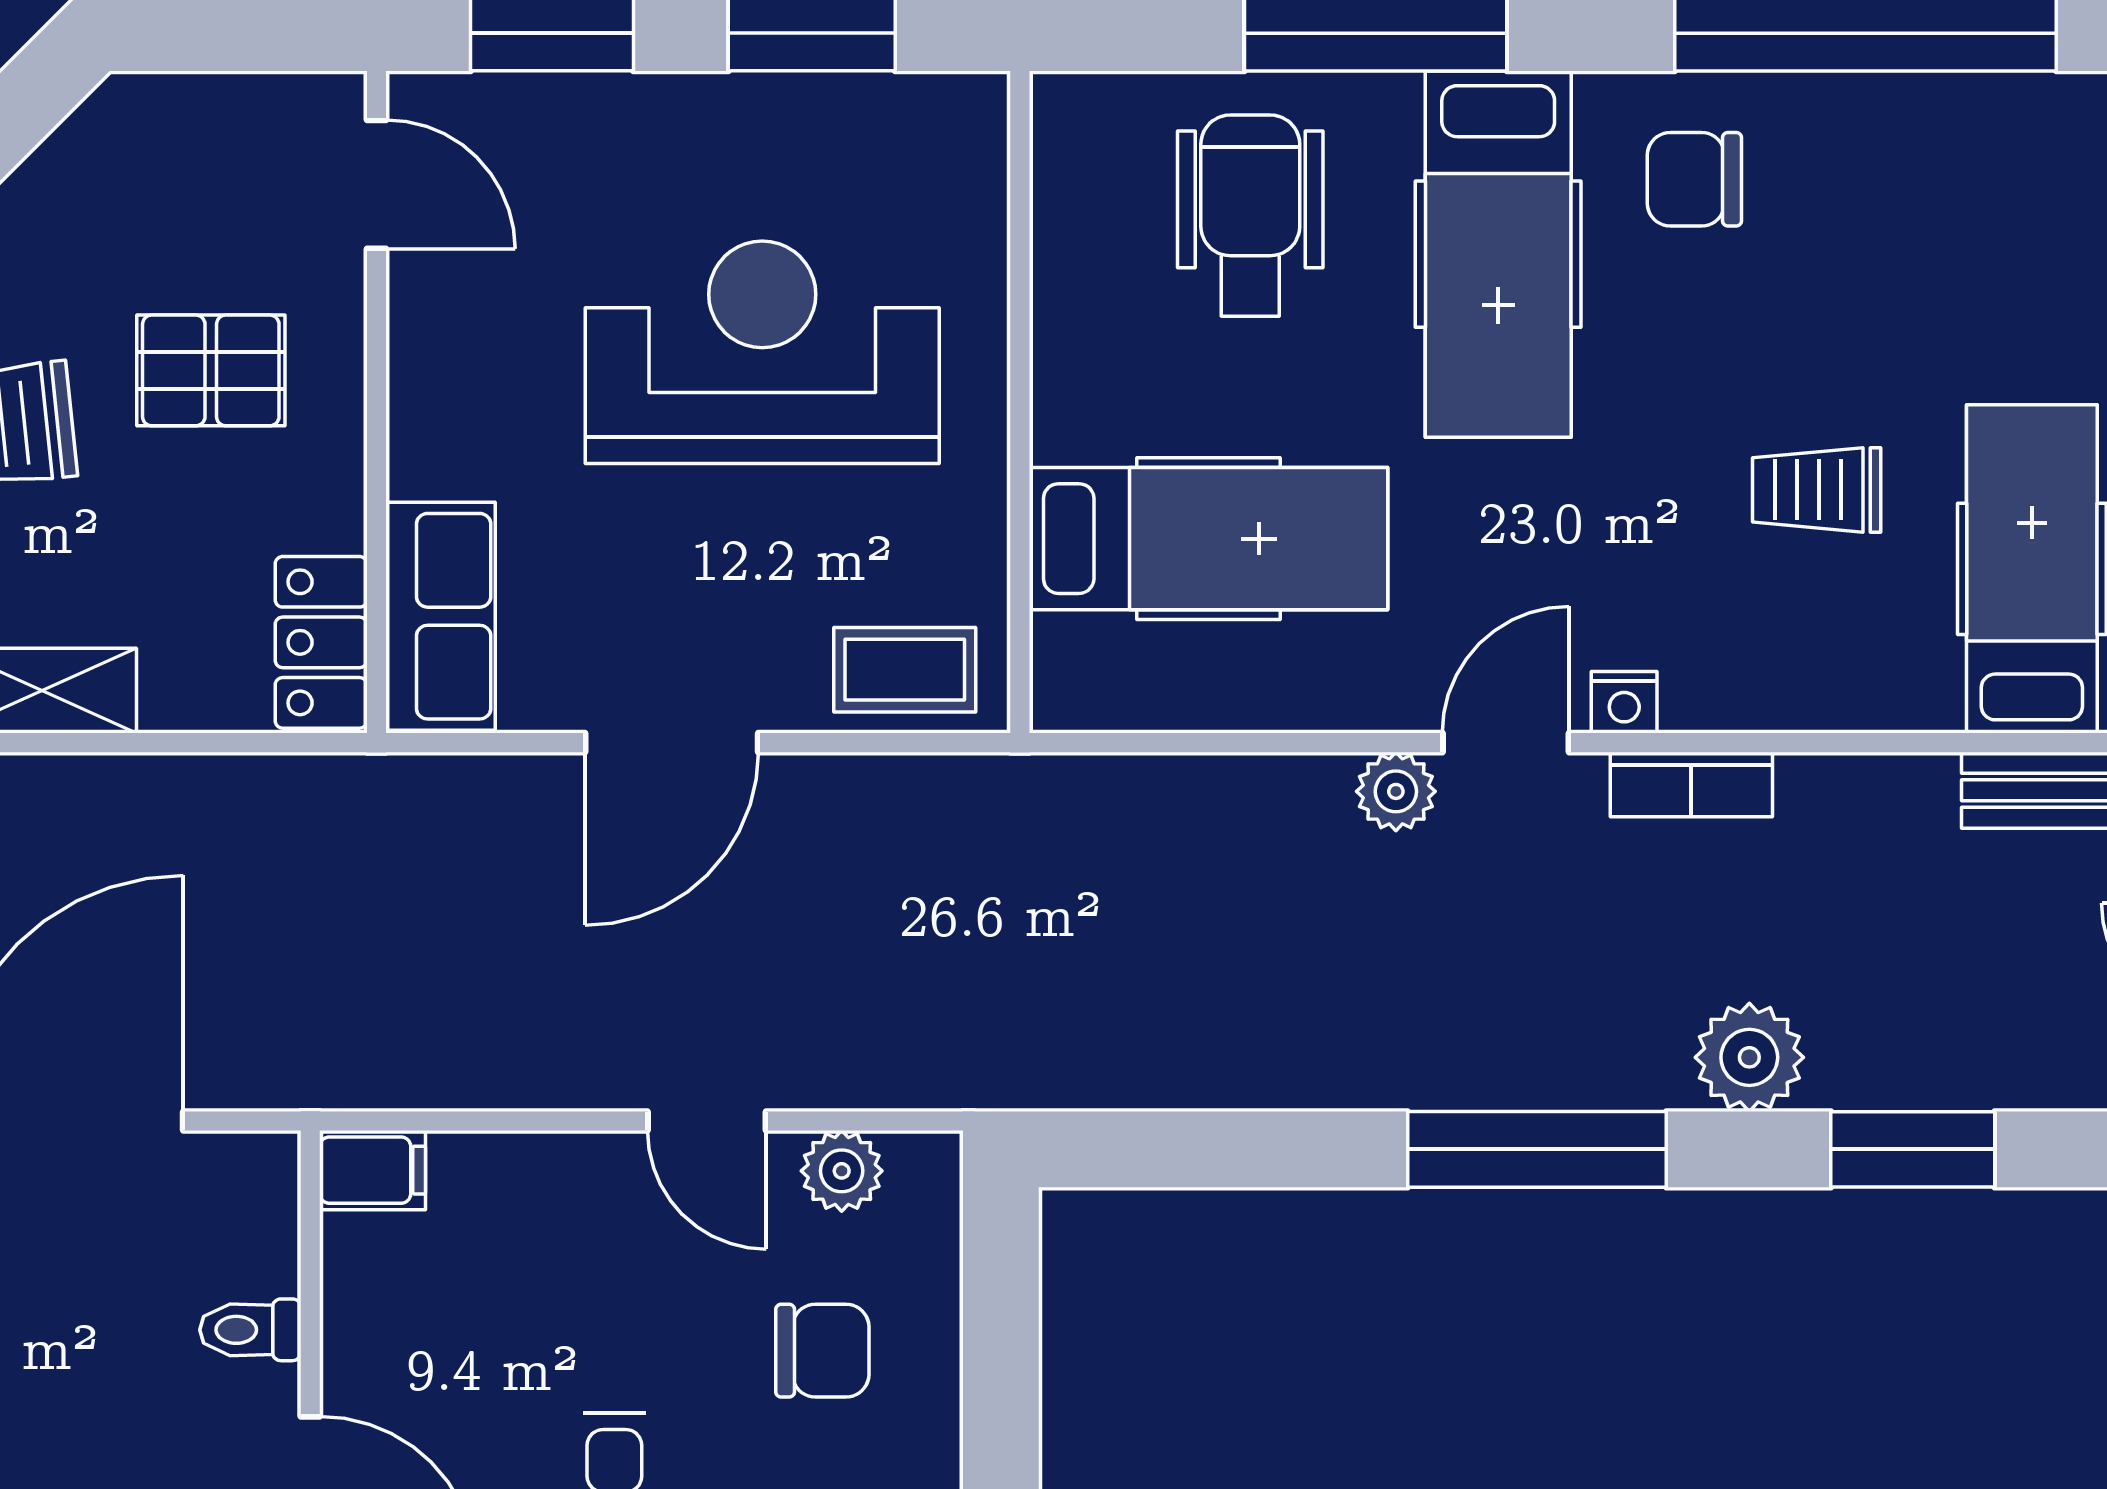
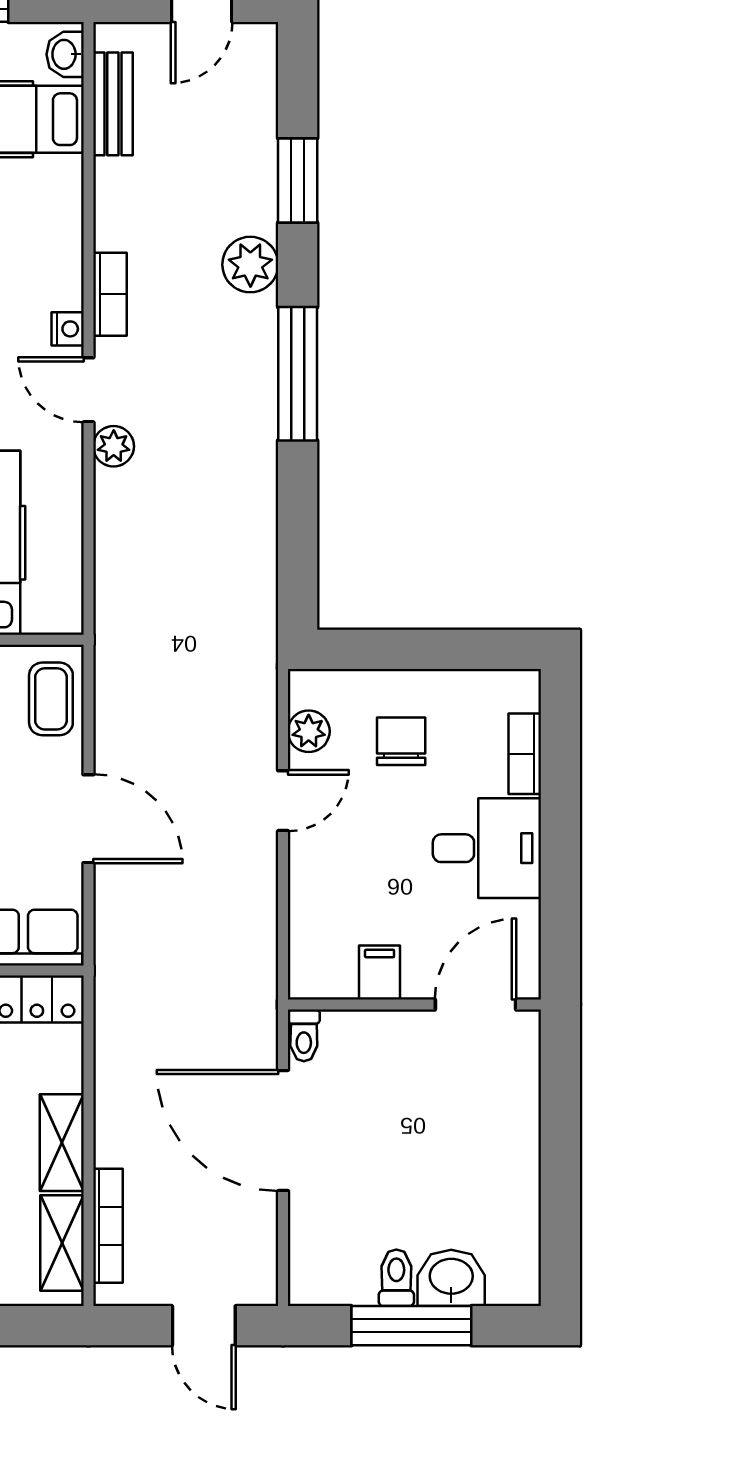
filing cabinet: (373, 1170) -> (380, 973), moved
toilet: (250, 1330) -> (304, 1035), moved

